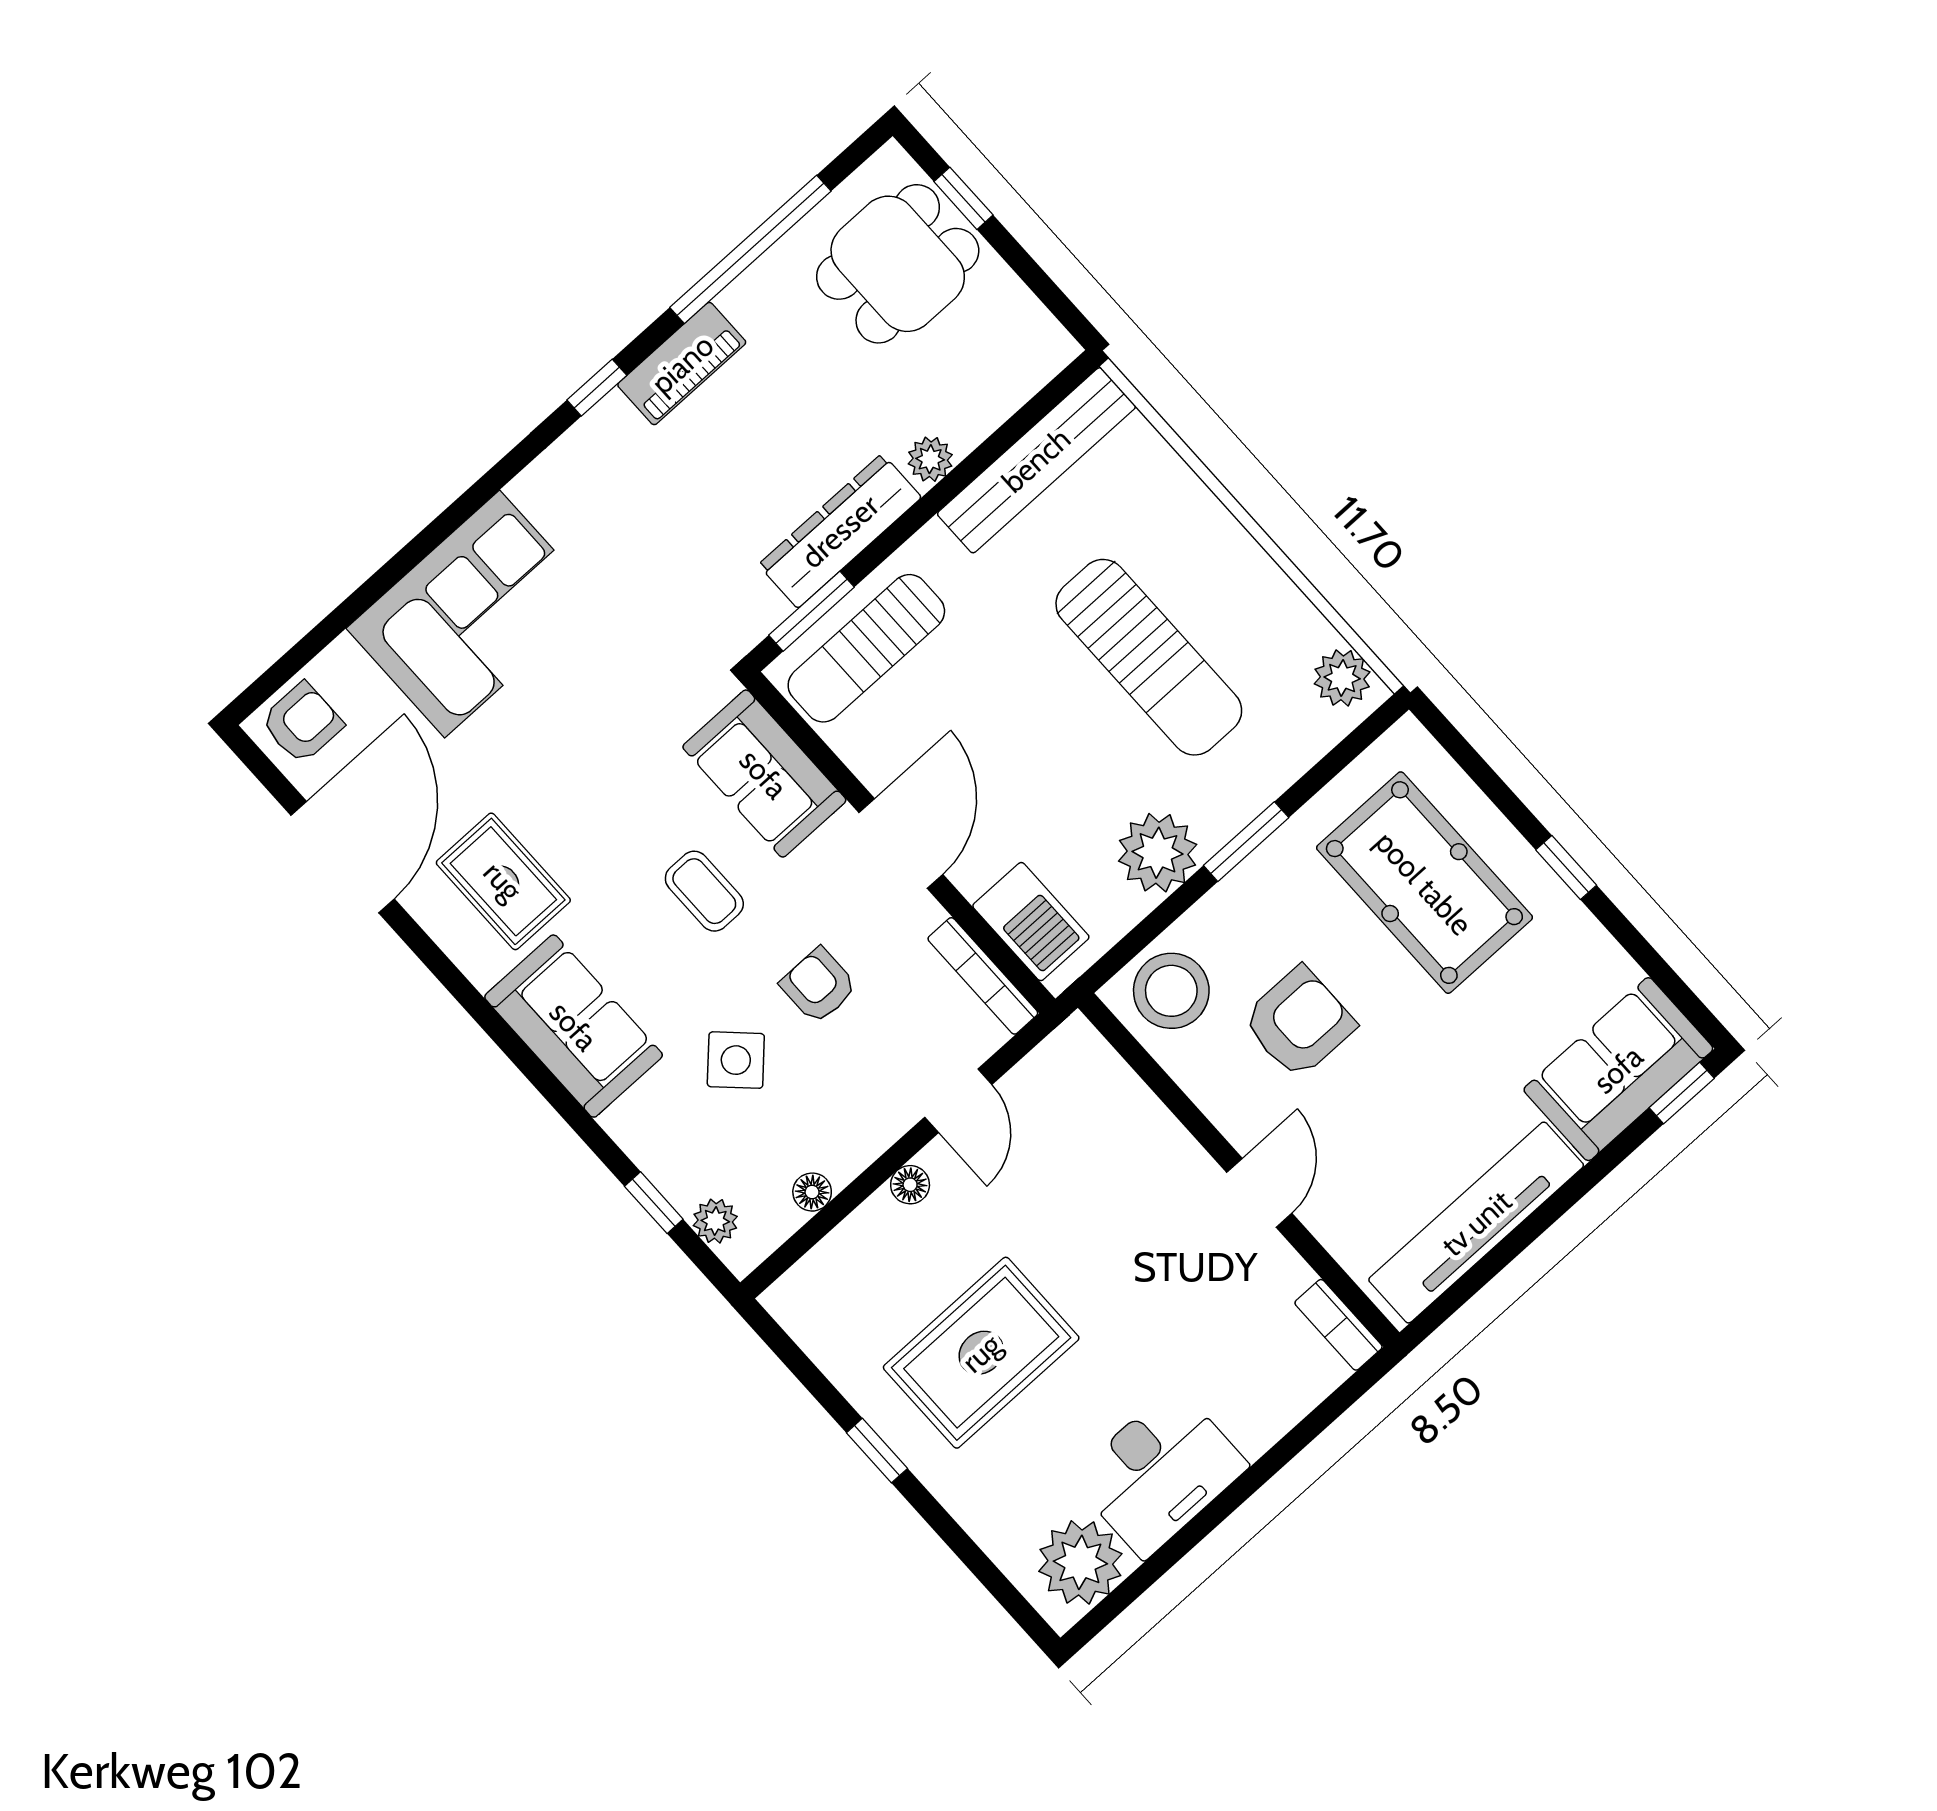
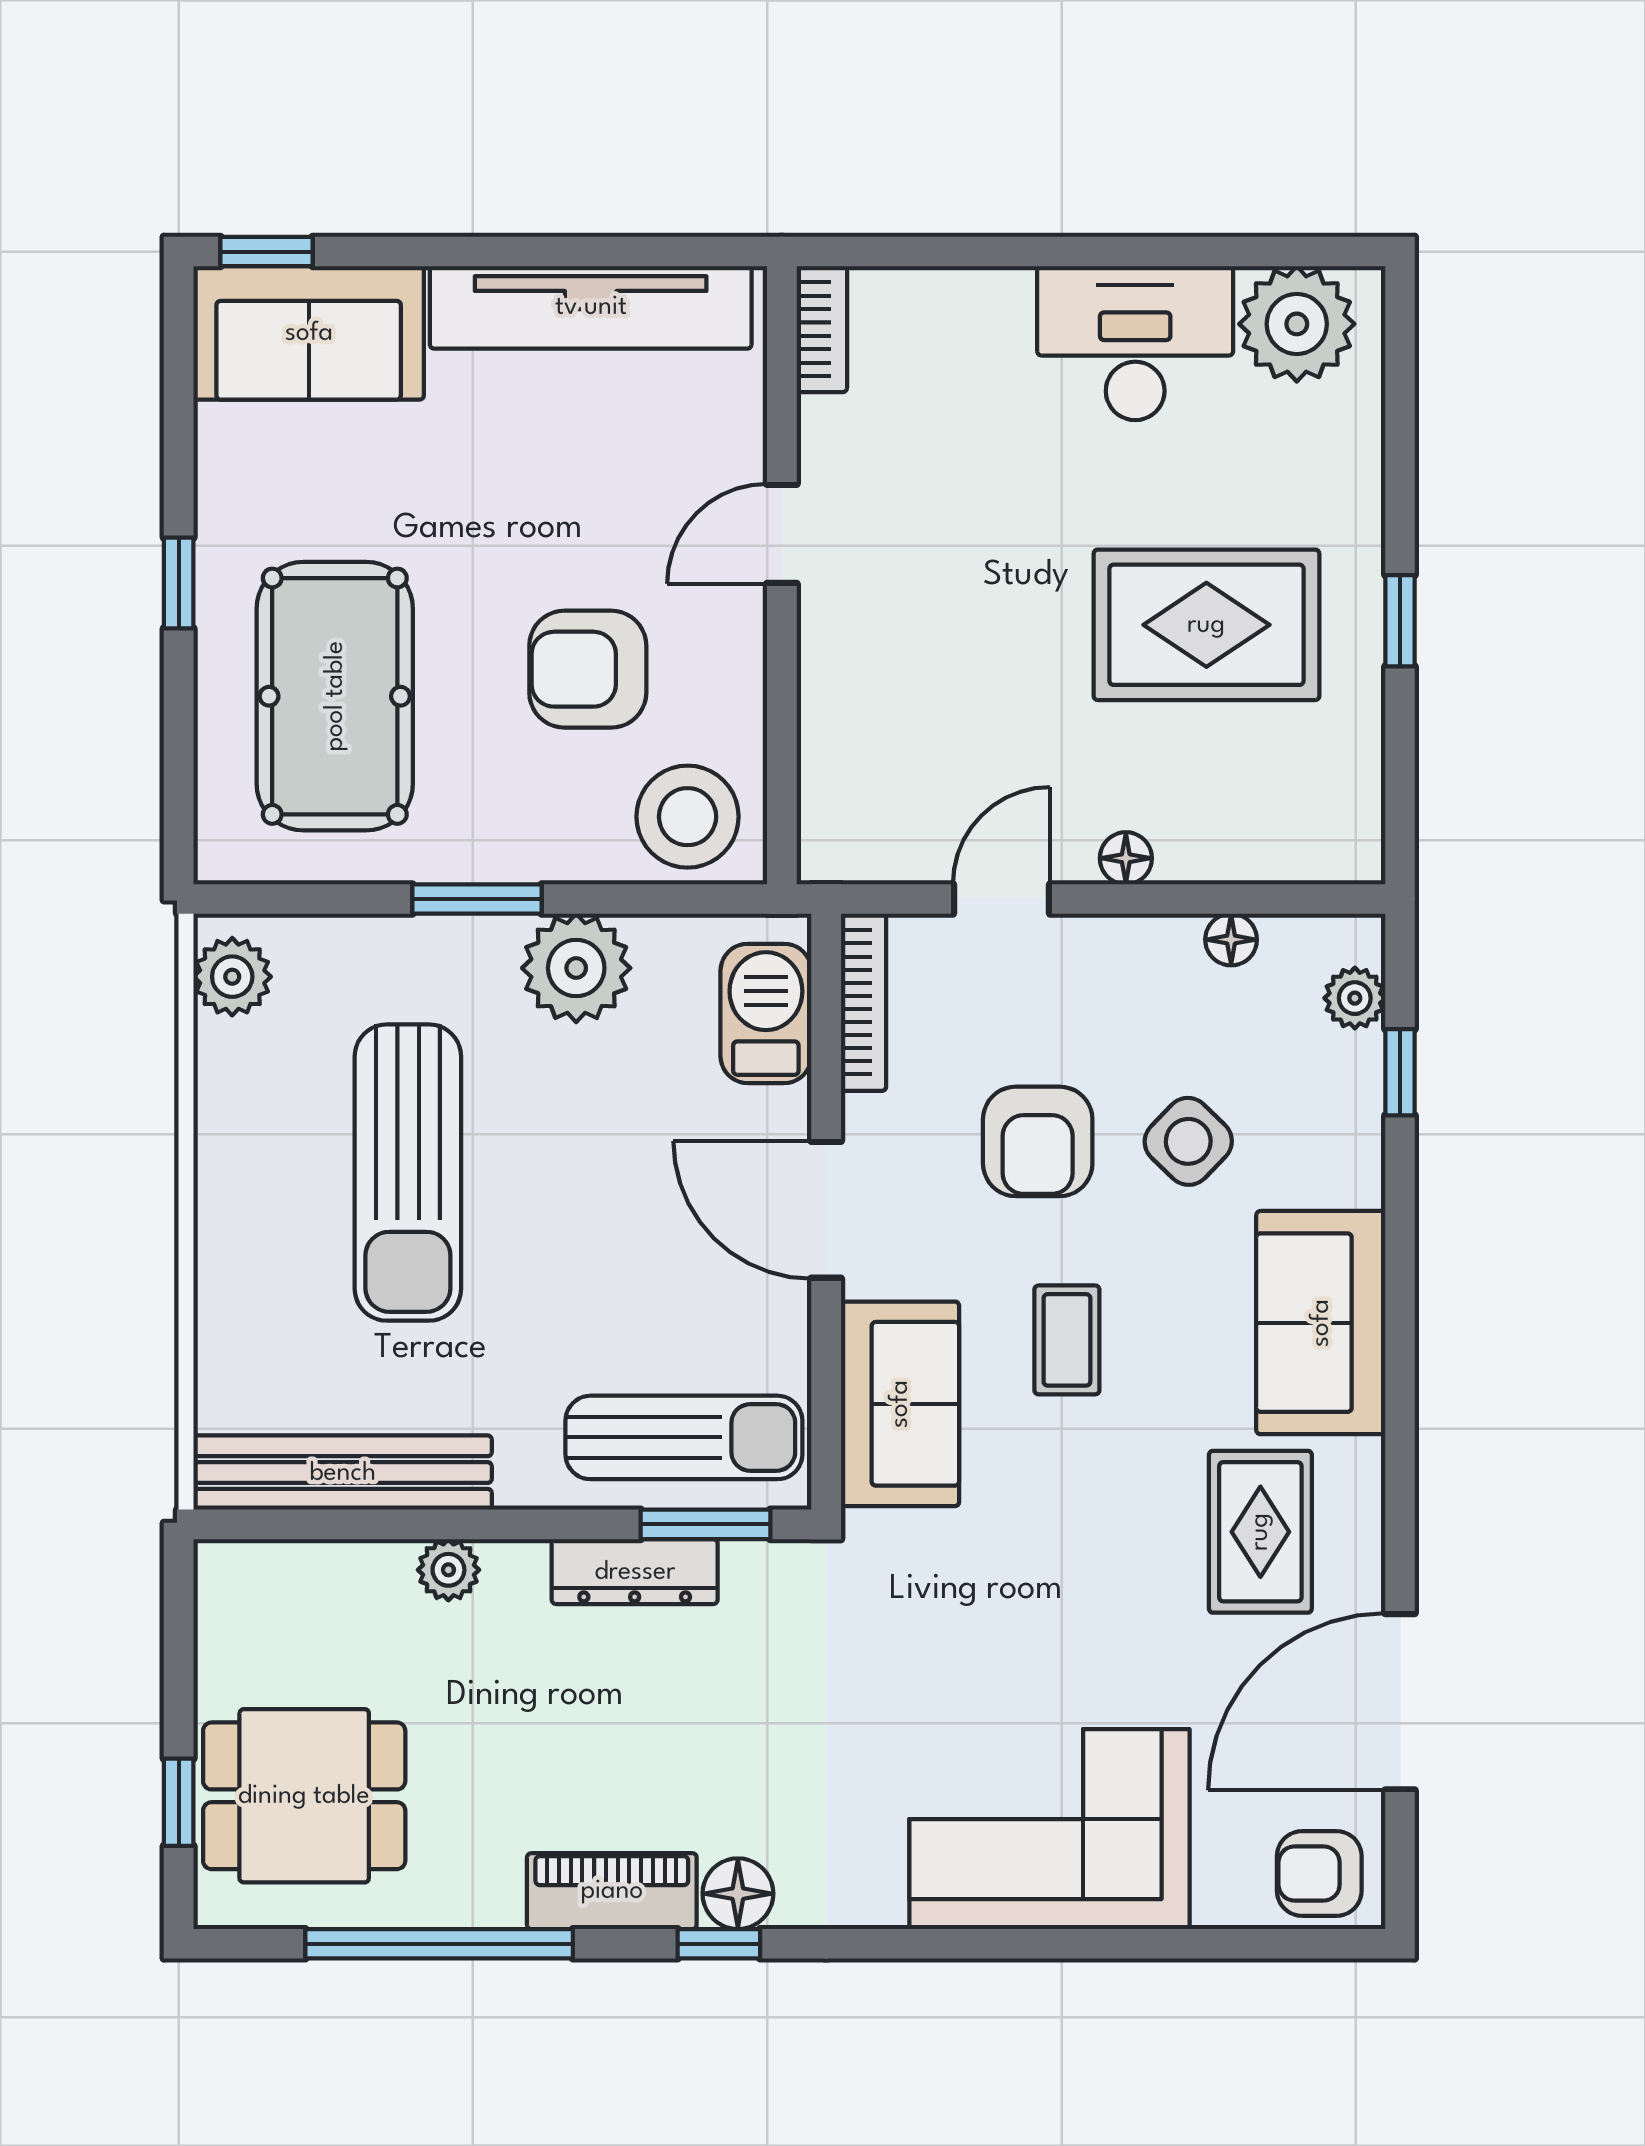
floor lamp: (611, 424) -> (738, 1894), added
dresser: (840, 531) -> (635, 1572), width x0.73, depth x0.80
sun lounger: (1149, 657) -> (408, 1173), turned 180
door: (901, 844) -> (826, 1210), hinge flipped
armchair: (818, 986) -> (1038, 1141), width x1.38, depth x1.38

